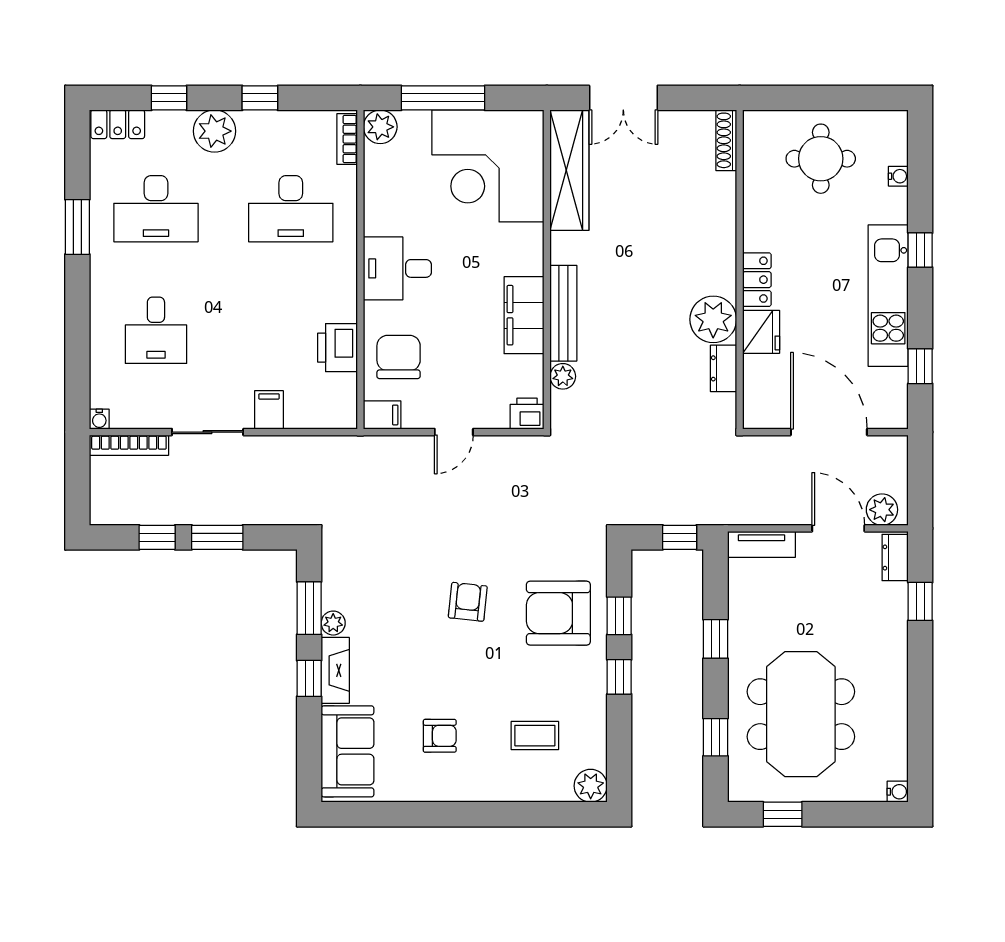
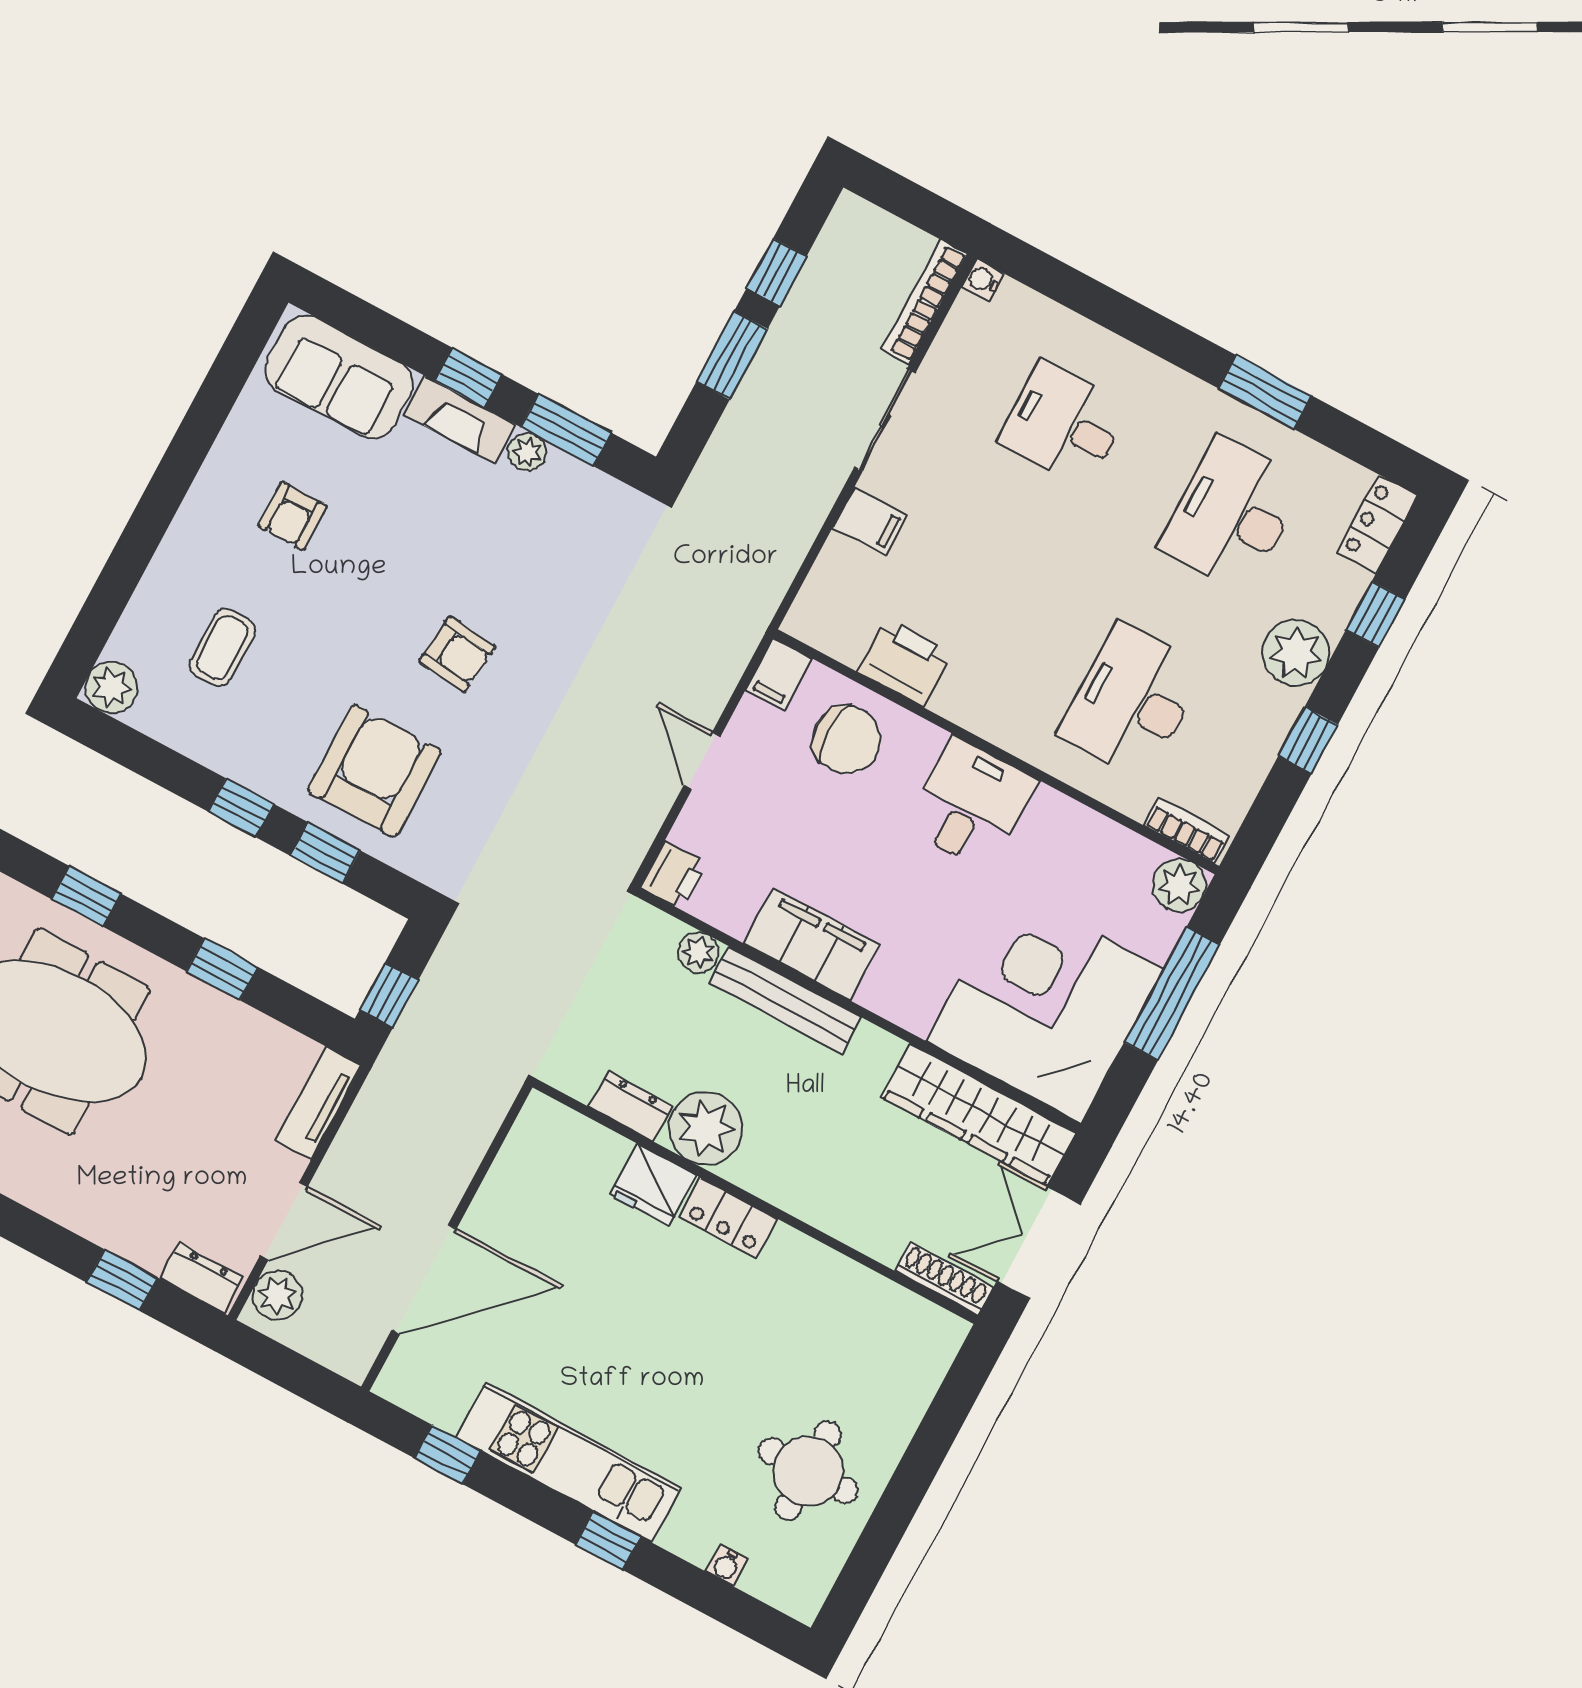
shoe rack: (726, 140) -> (944, 1279), moved
wall: (740, 269) -> (755, 1201), moved
locker: (757, 280) -> (728, 1218), moved
plant: (713, 319) -> (706, 1128), moved
fridge: (761, 332) -> (653, 1185), moved
dresser: (723, 368) -> (630, 1106), moved

